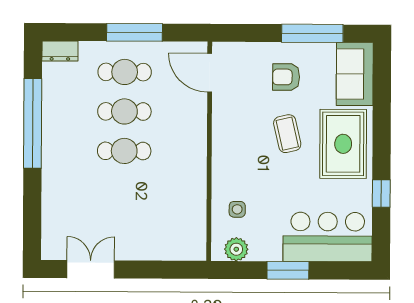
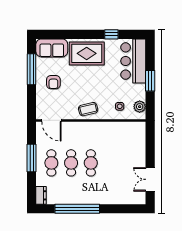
door: (210, 73) -> (51, 120), hinge flipped
coffee table: (287, 134) -> (88, 109), moved

